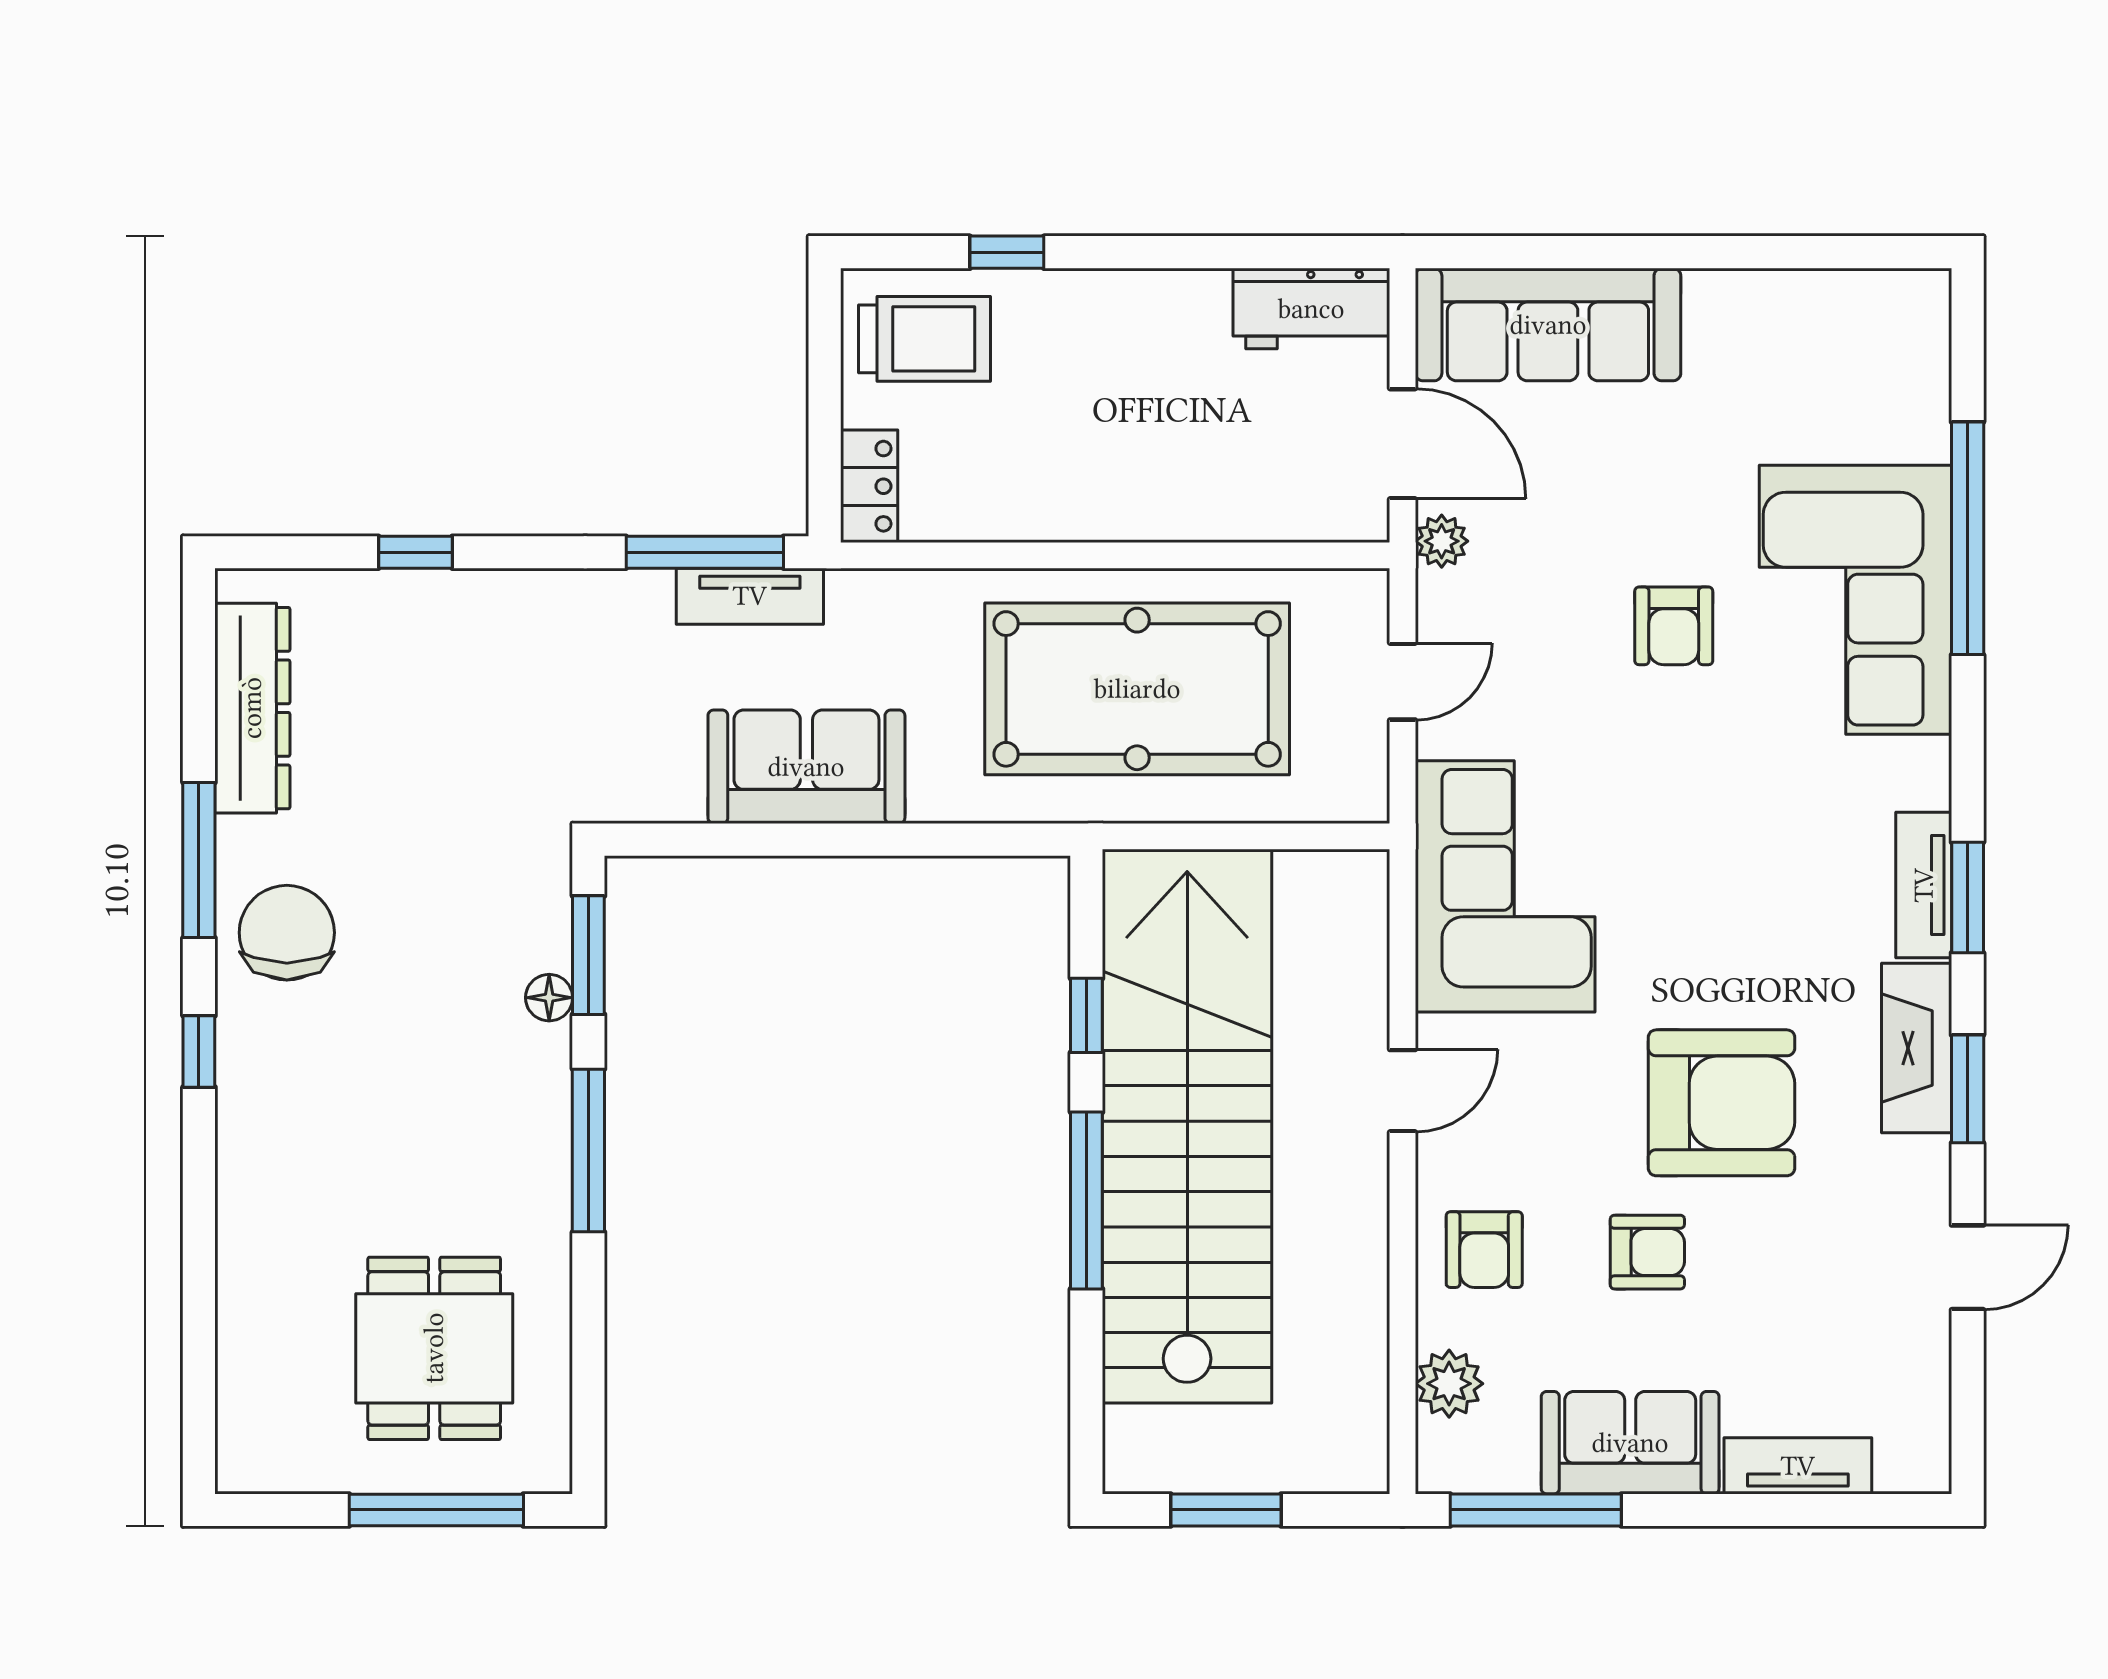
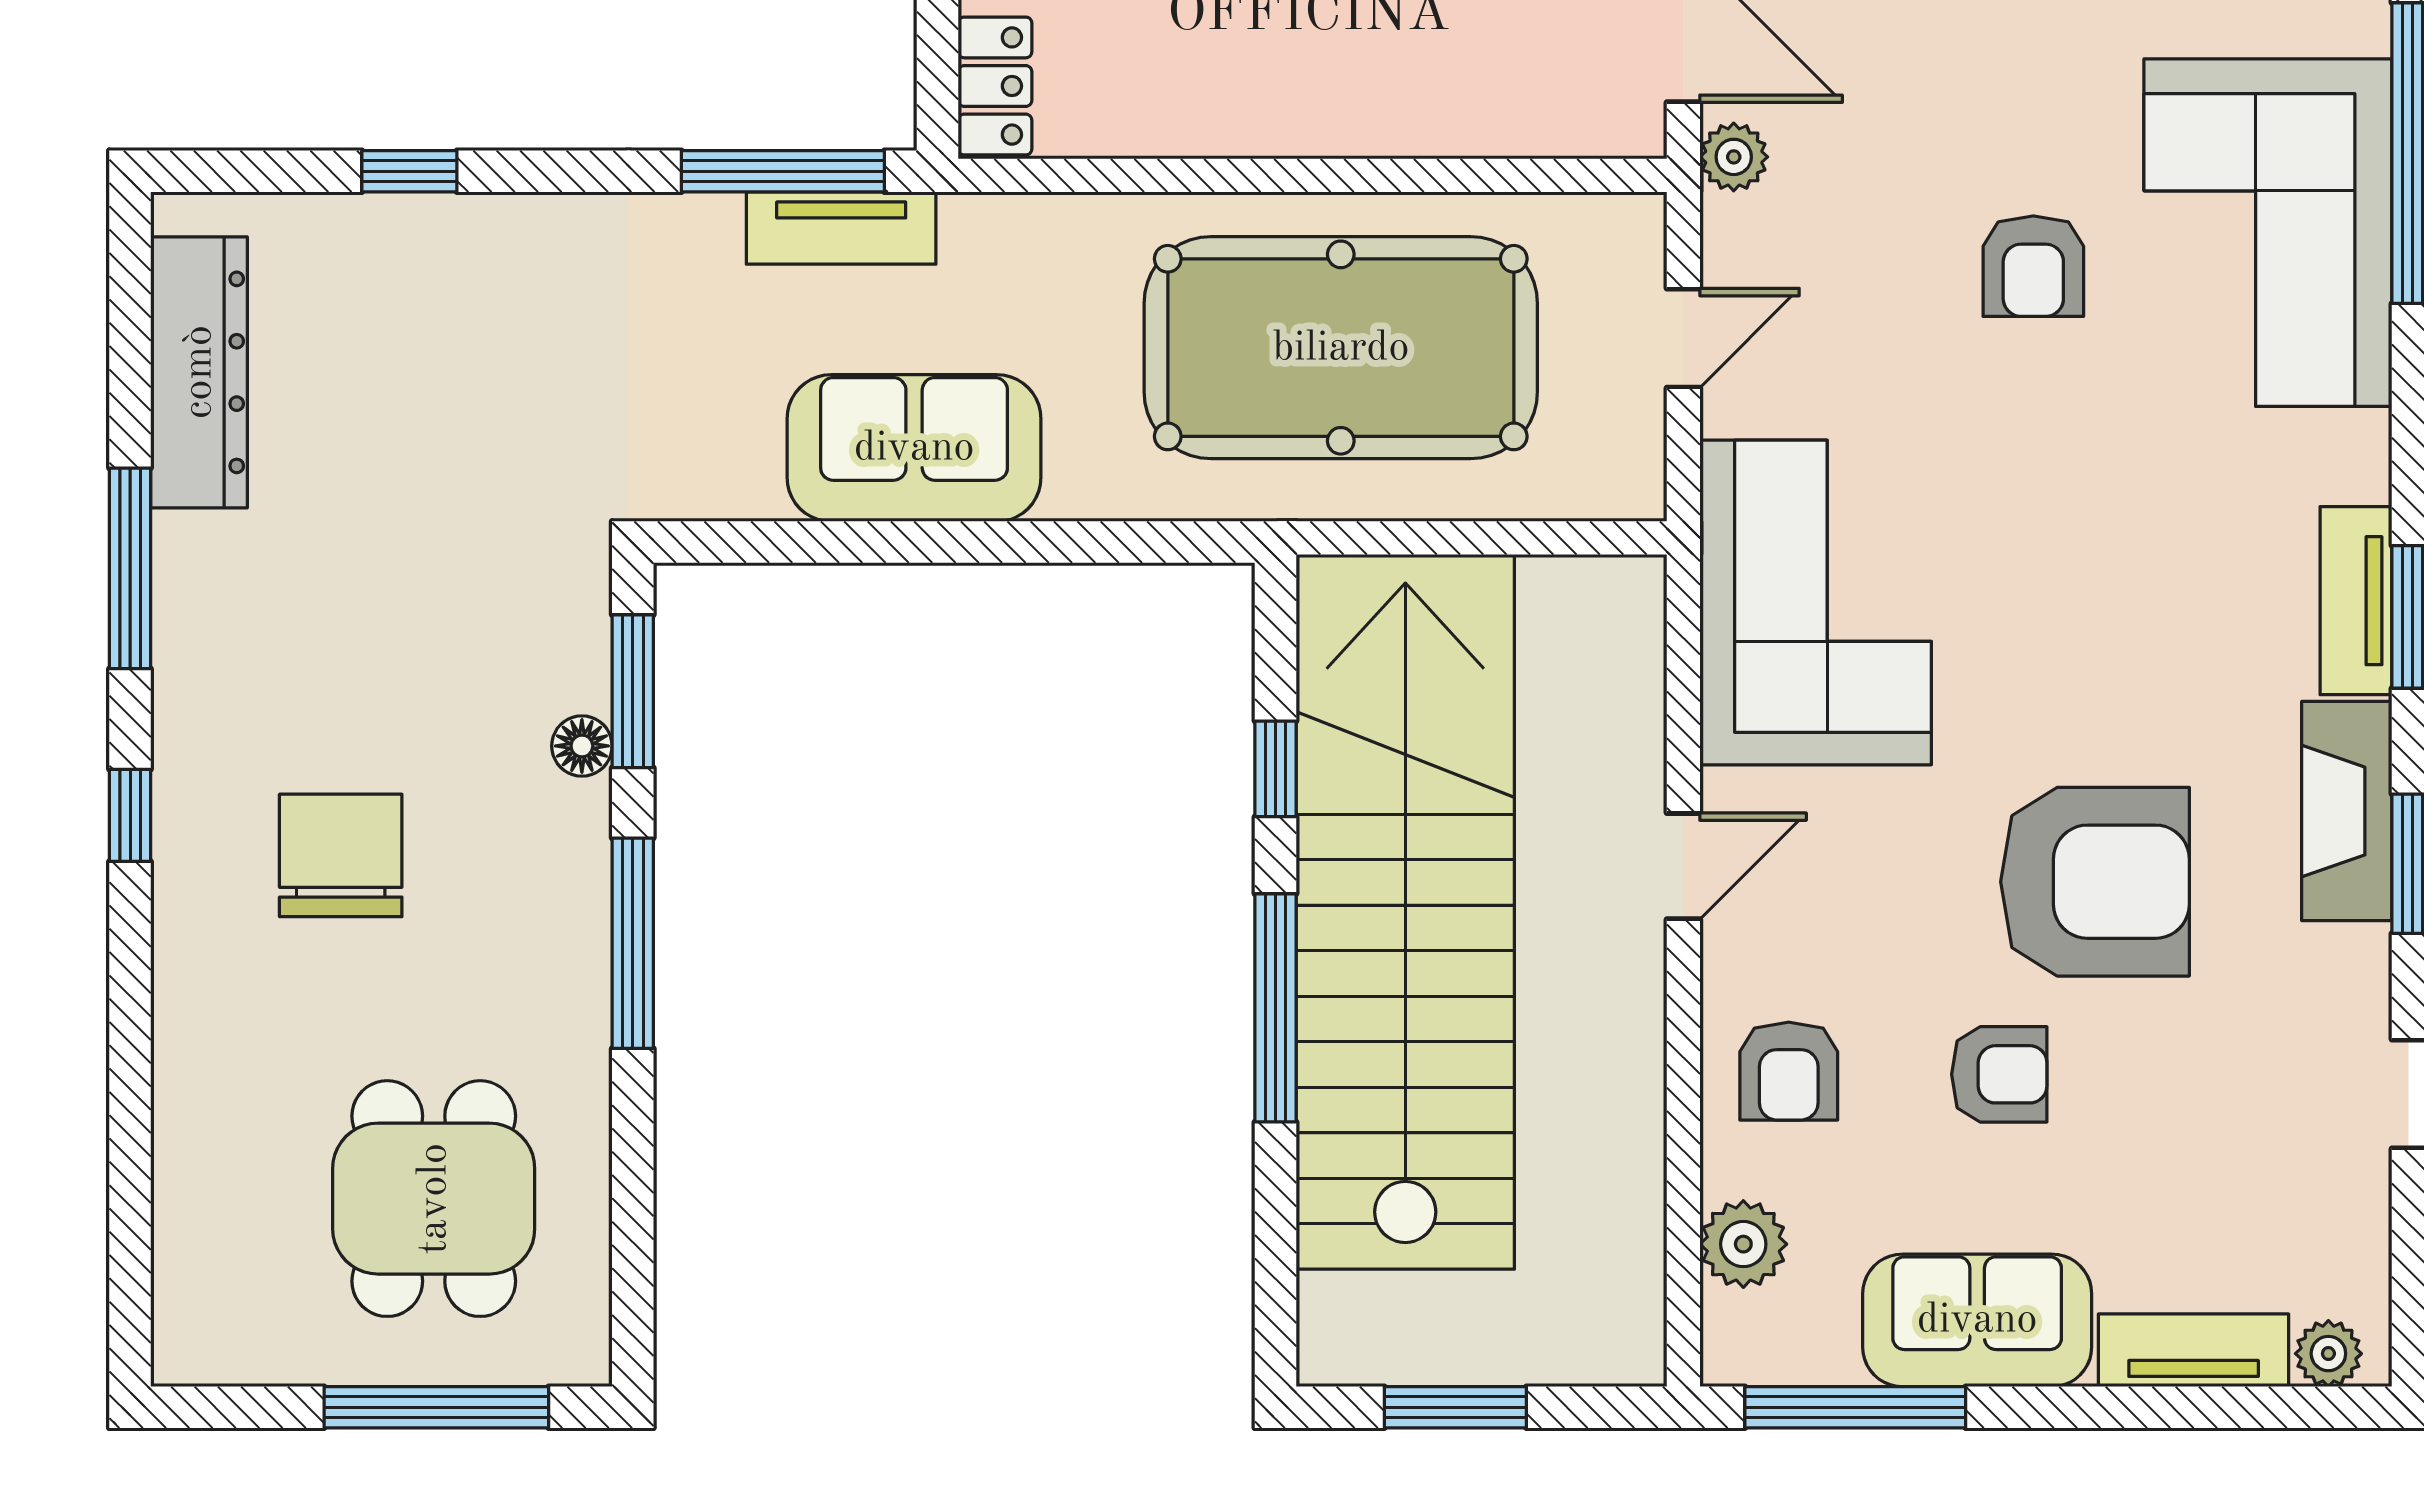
chair: (287, 933) -> (341, 855), moved
plant: (1902, 1468) -> (2328, 1354), added

